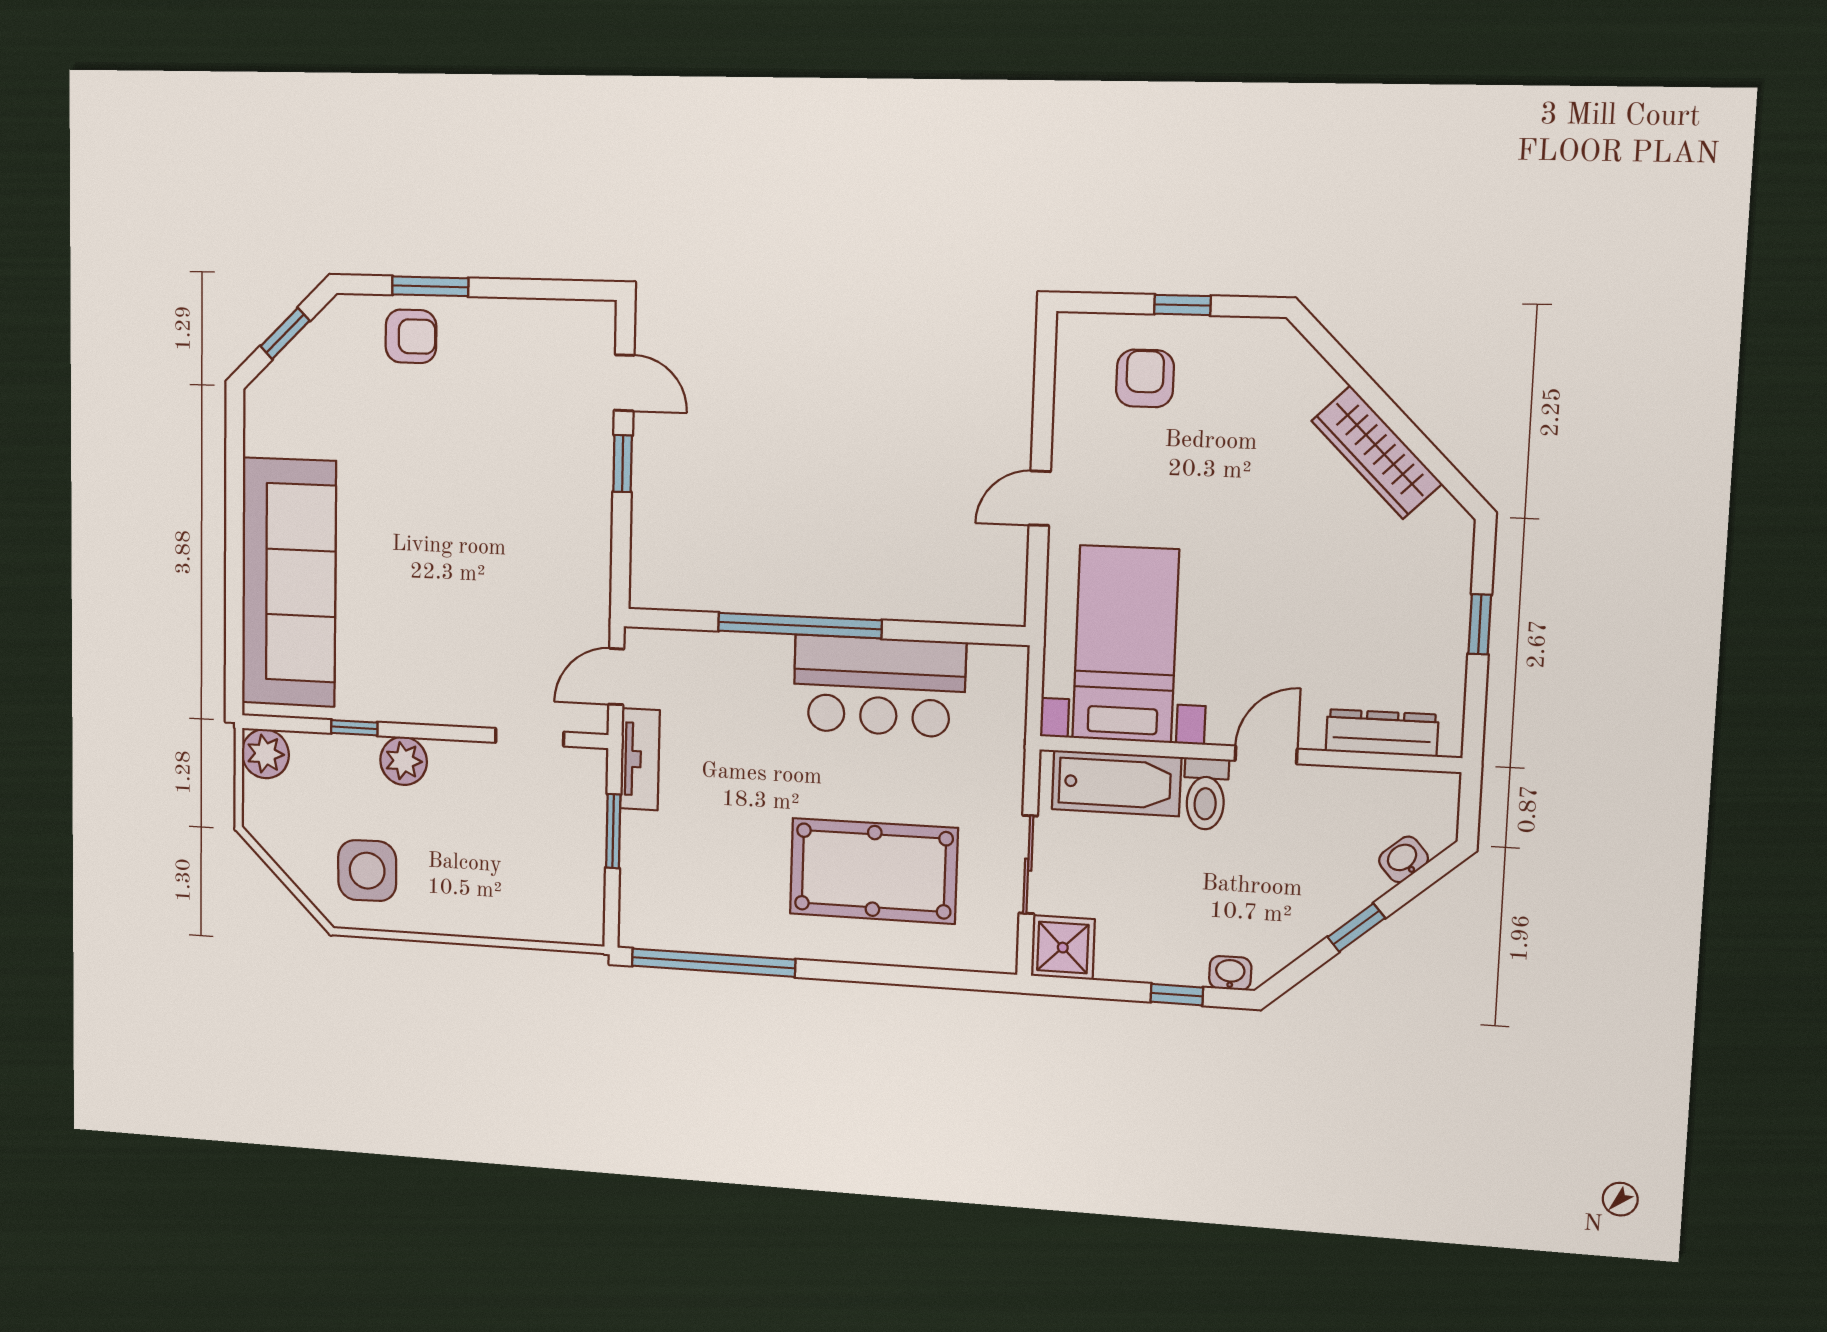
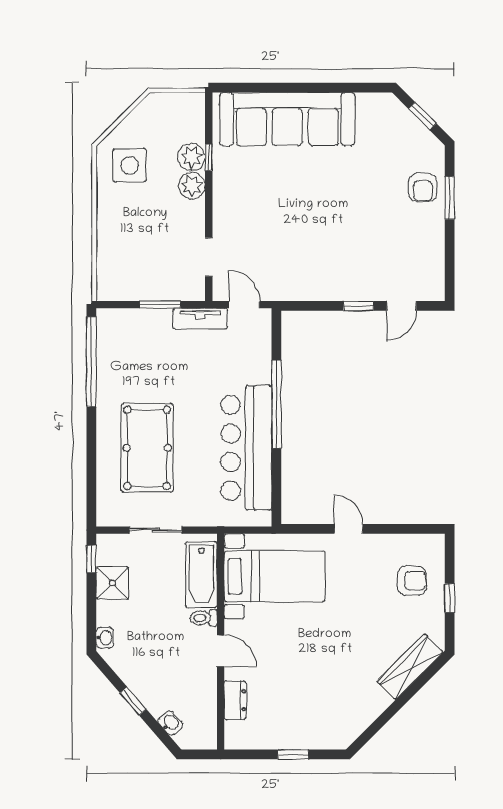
wardrobe: (1377, 452) -> (410, 667), moved
bar counter: (879, 686) -> (246, 448), width x1.36
dresser: (1382, 733) -> (235, 700), width x0.70
plant: (265, 754) -> (192, 157), moved
toilet: (1206, 794) -> (204, 618), width x0.73, depth x0.72
shower: (1063, 948) -> (112, 583), moved
window: (1177, 995) -> (91, 559), moved

